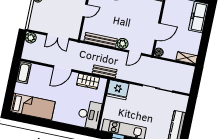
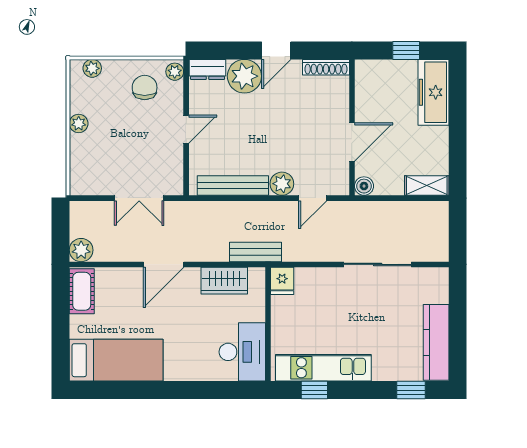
plant: (31, 38) -> (81, 250), moved
fridge: (118, 90) -> (282, 281), width x0.53, depth x0.75

